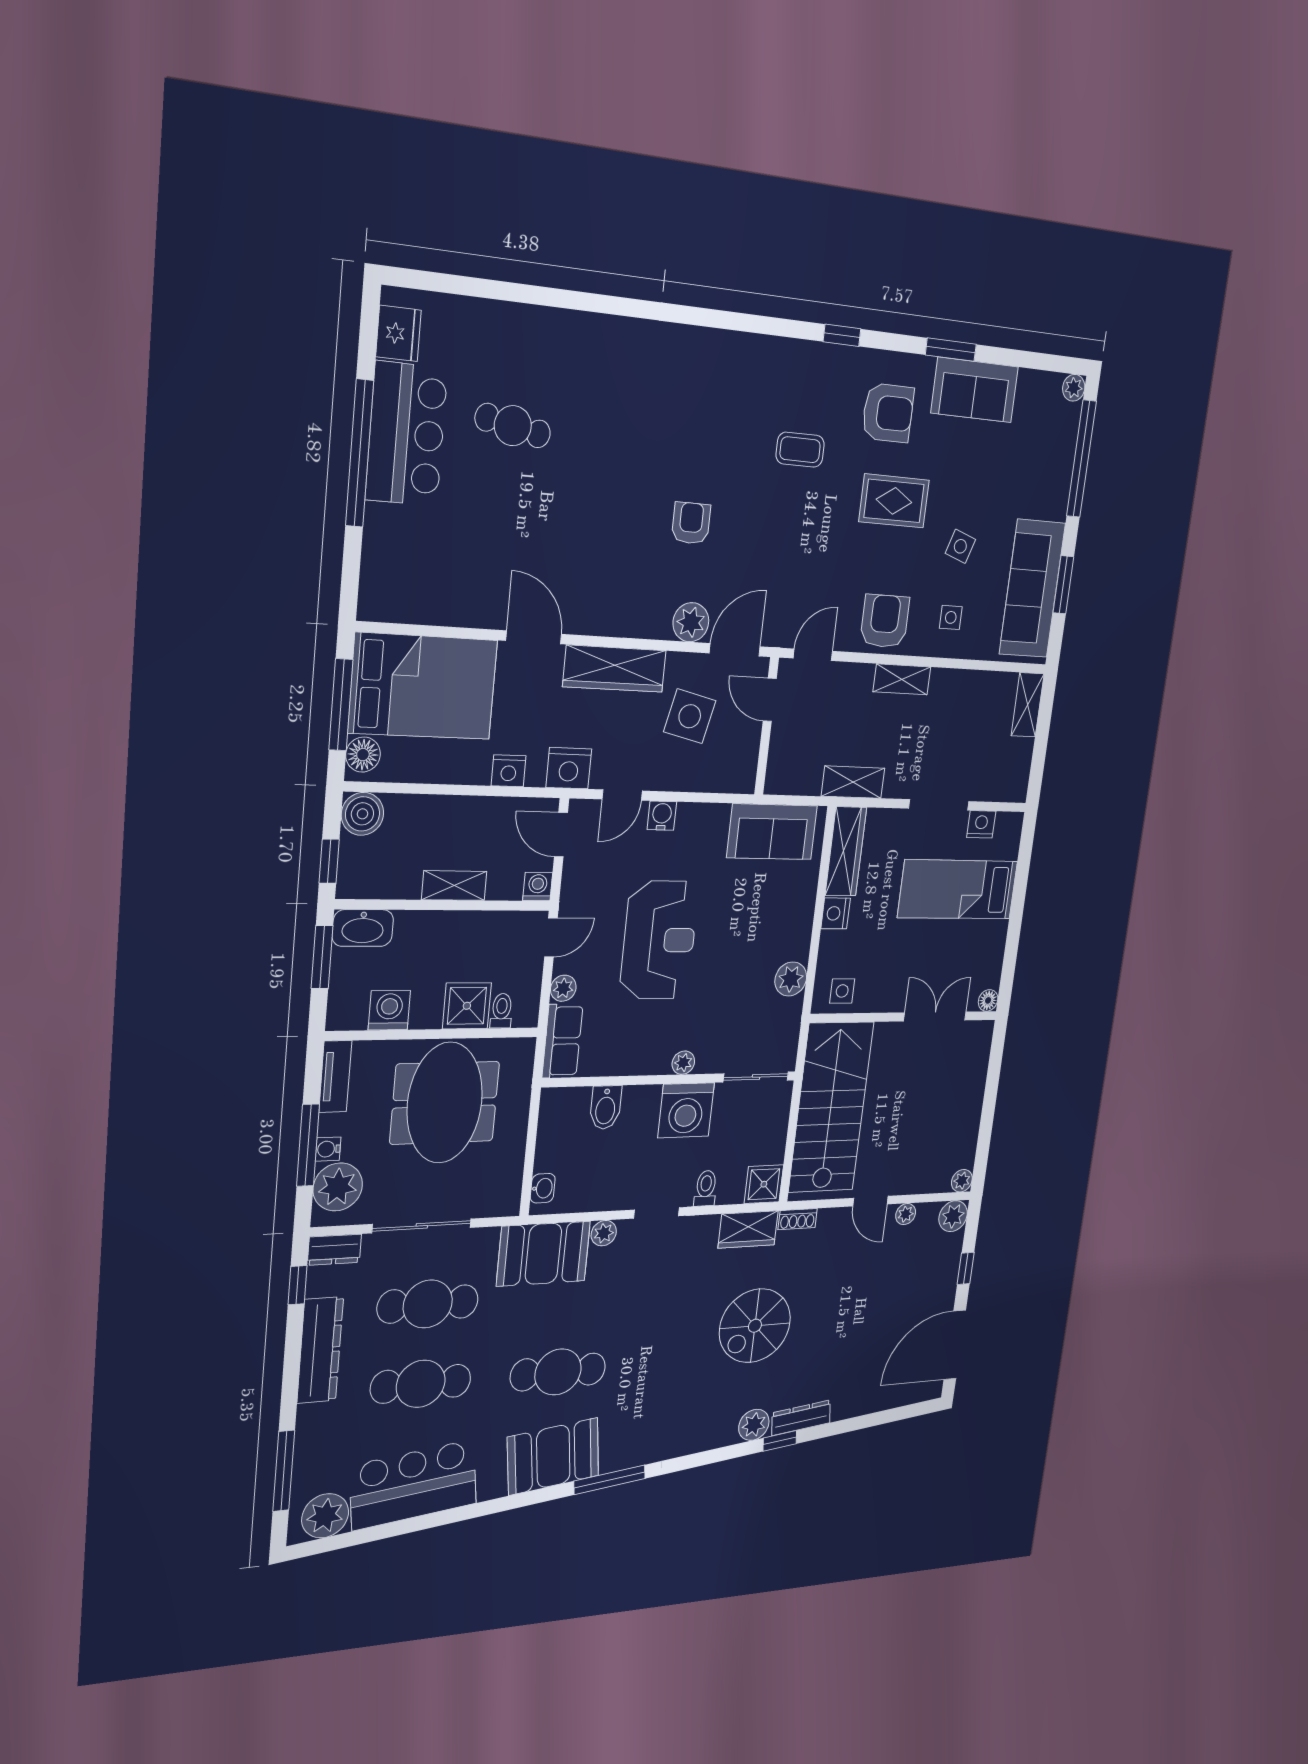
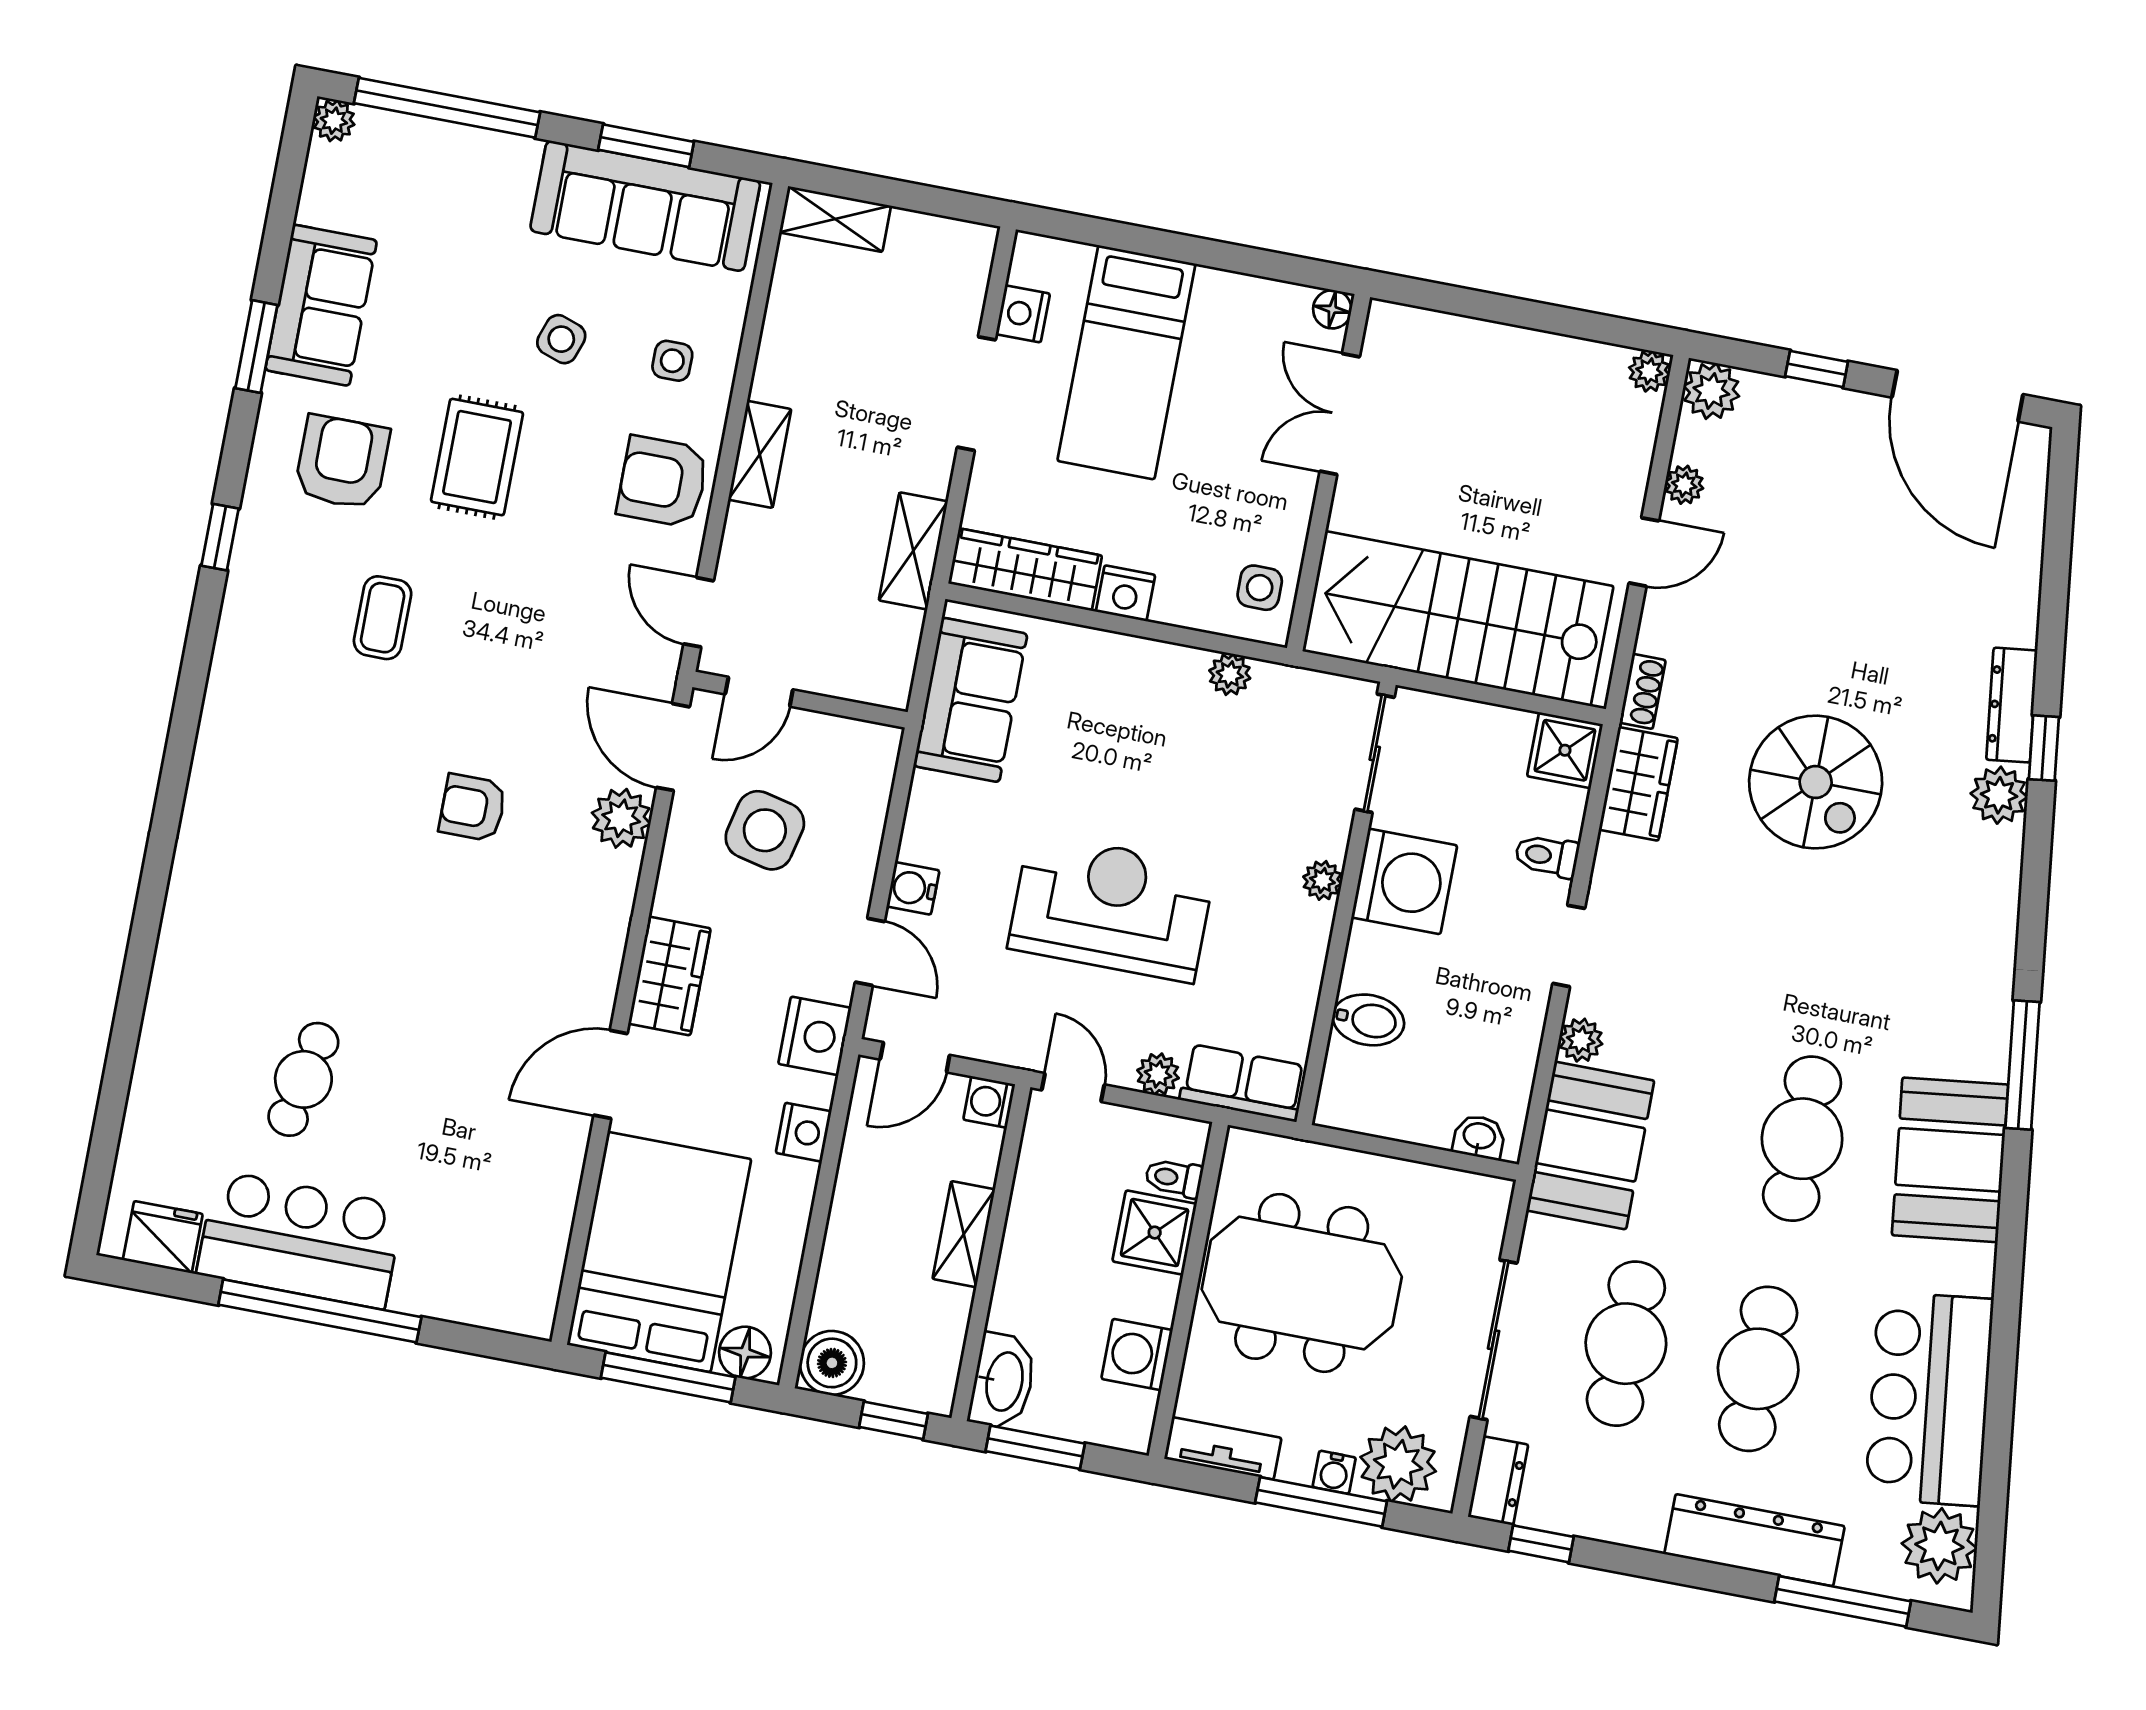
wardrobe: (615, 669) -> (669, 976), width x0.67
plant: (791, 979) -> (1230, 674), width x0.73, depth x0.73
dresser: (320, 1350) -> (1754, 1540), moved

